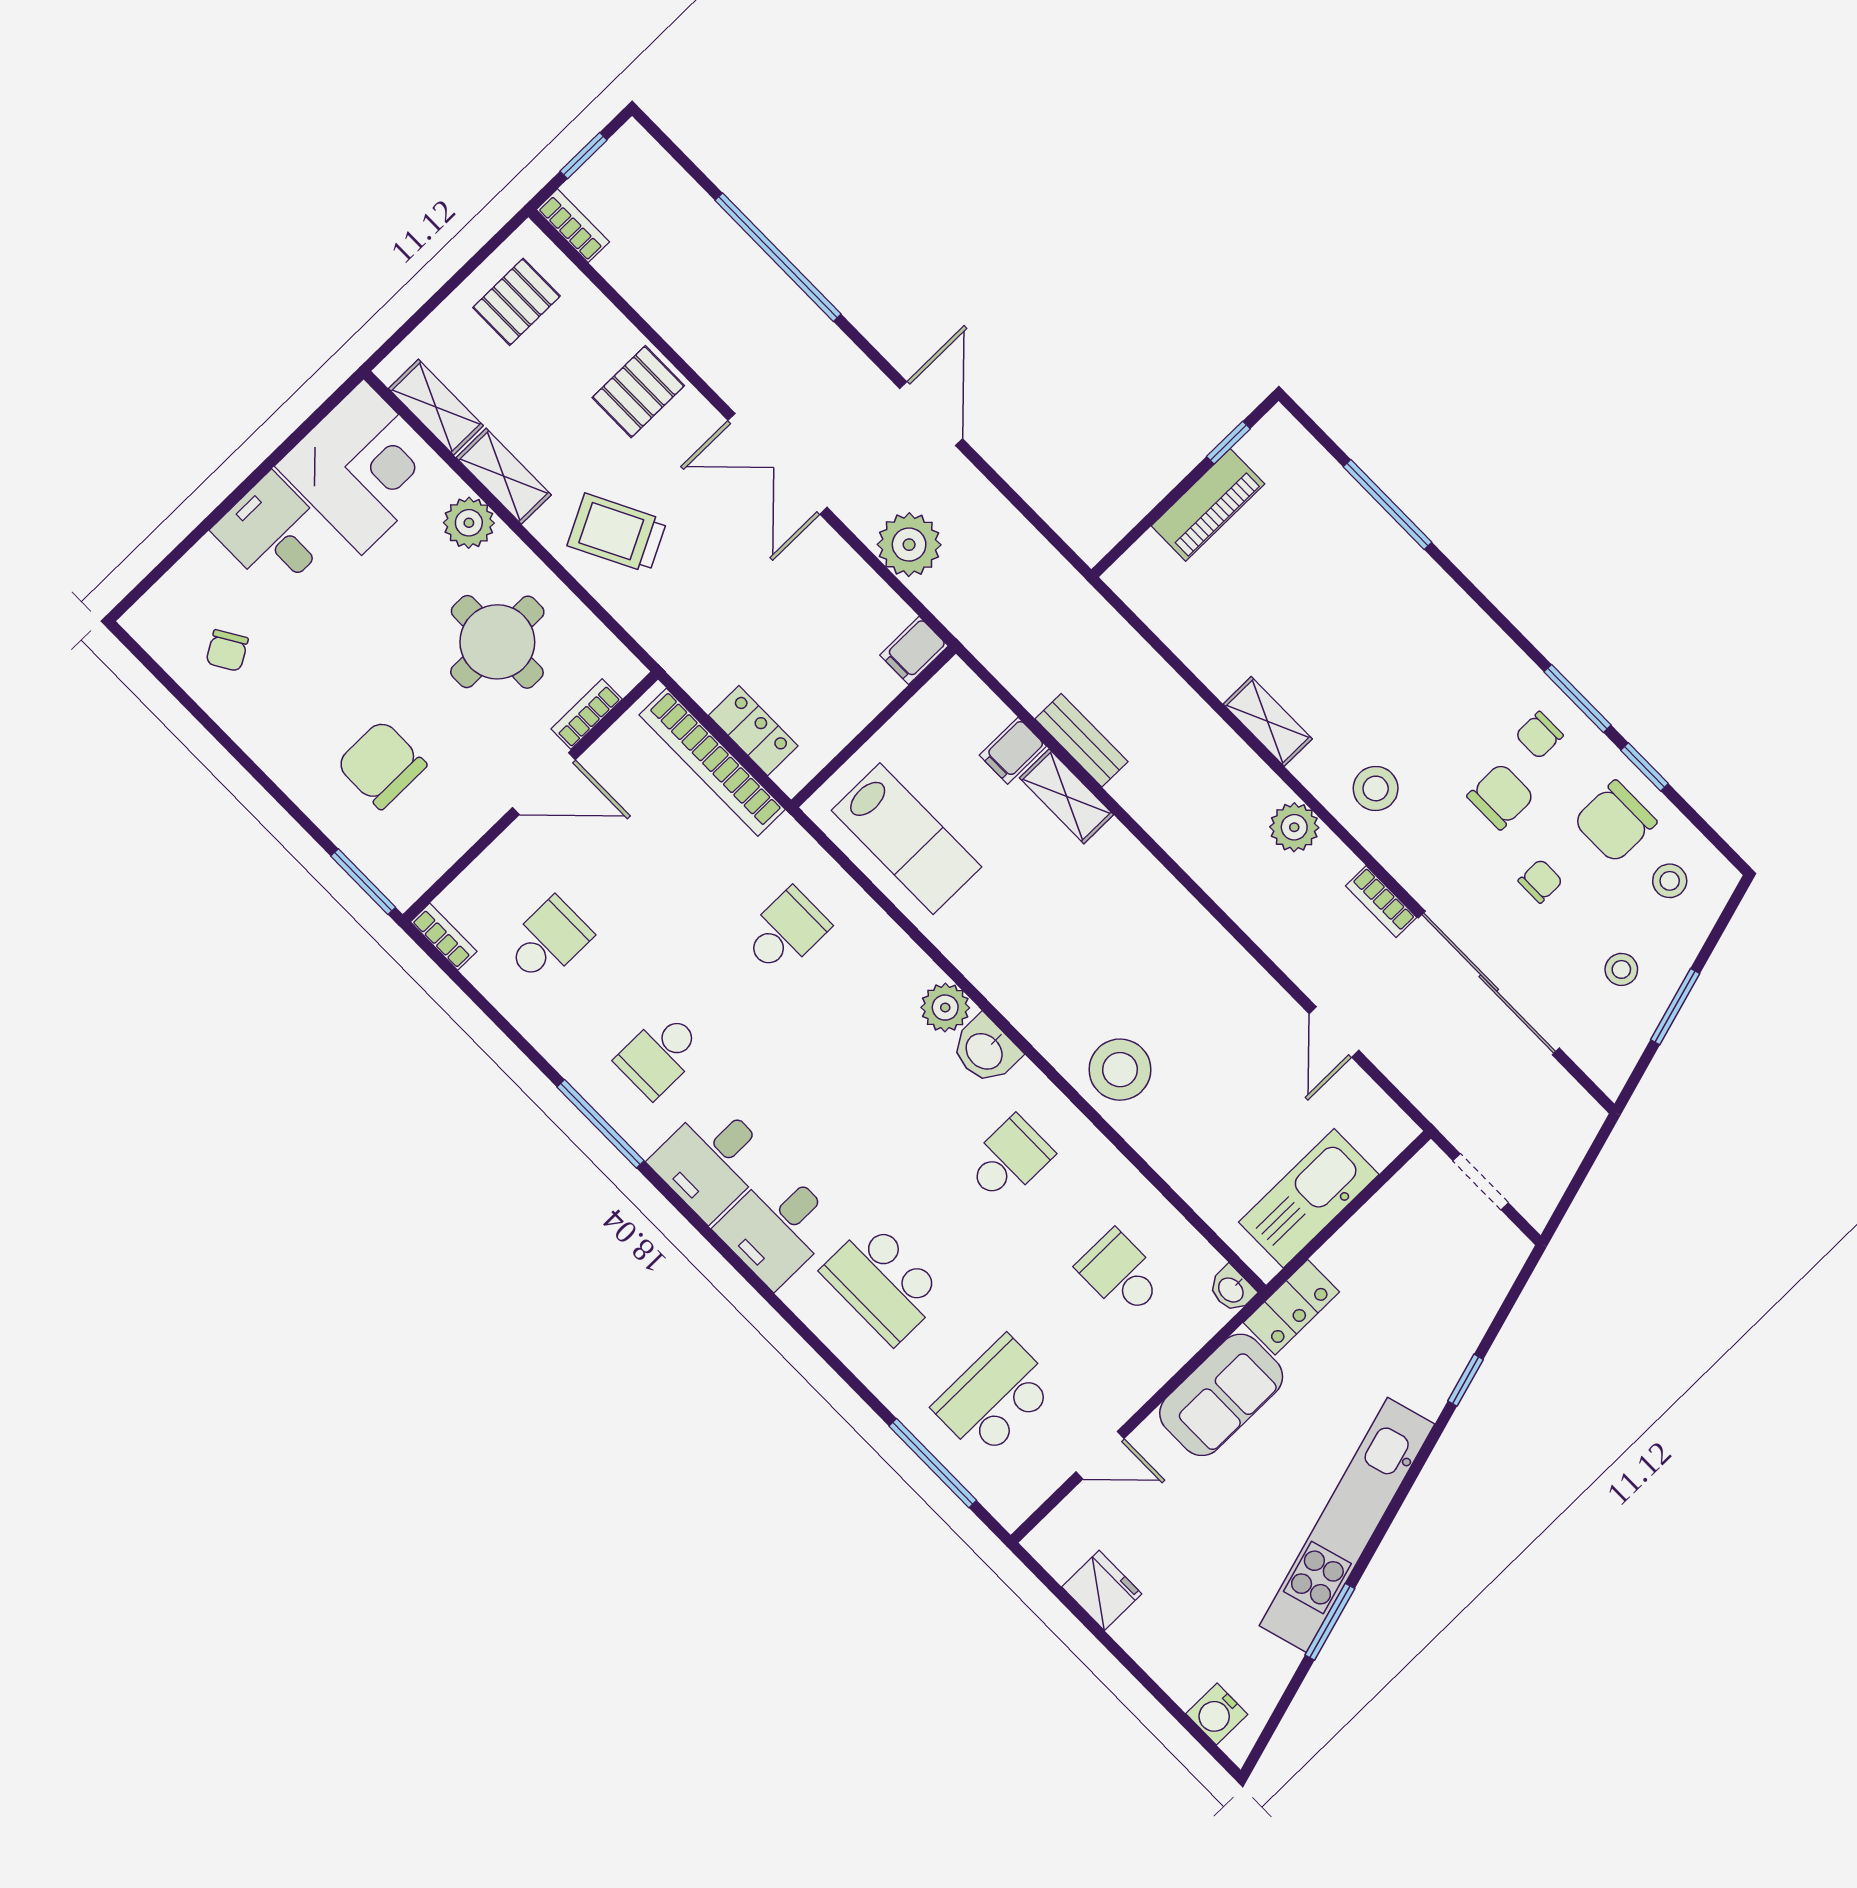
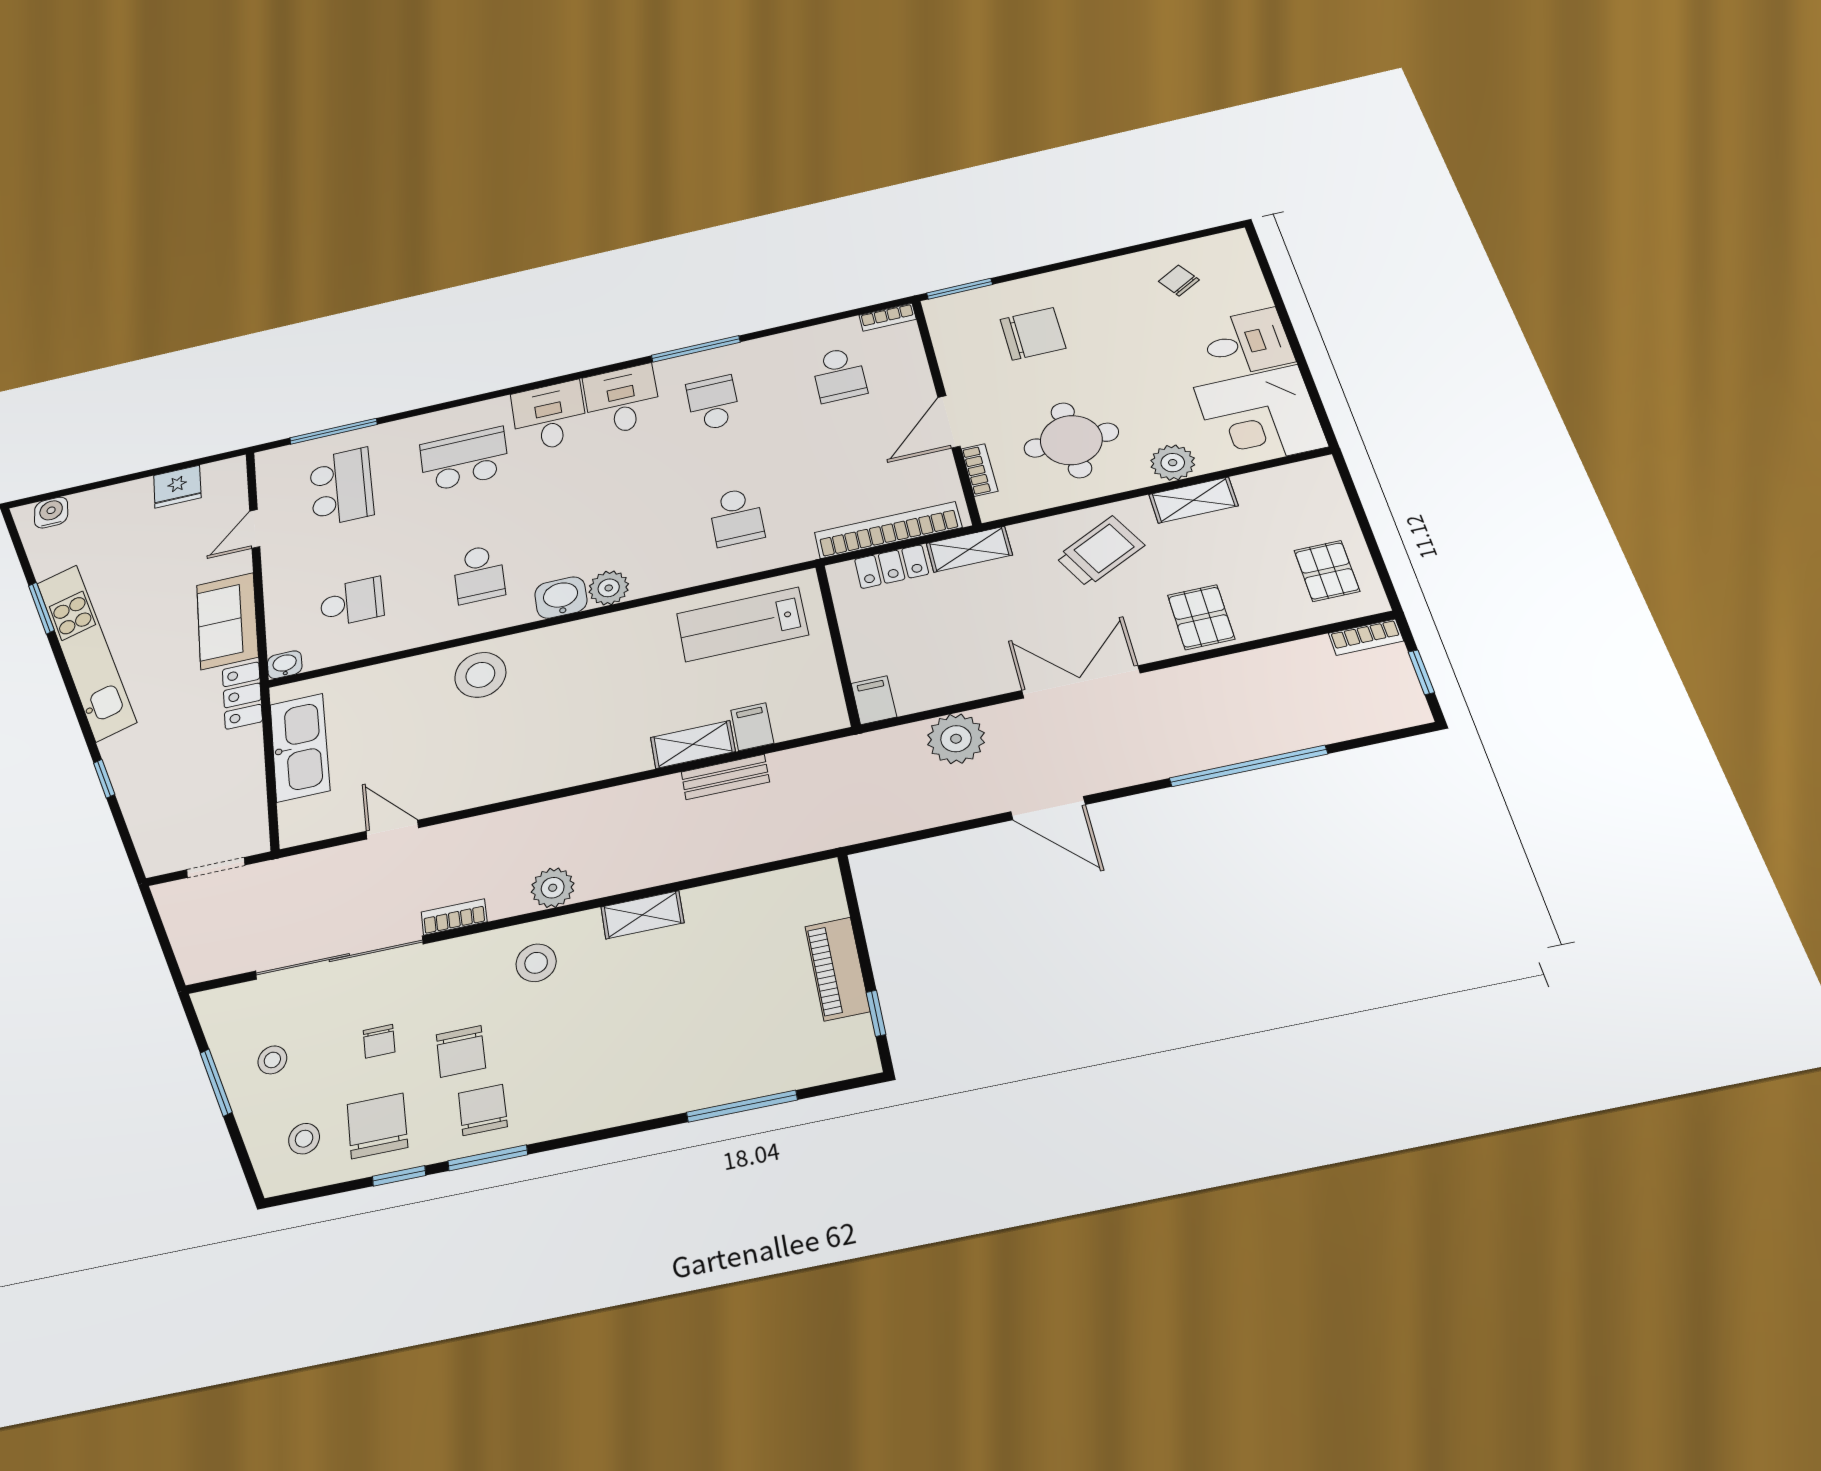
shelving: (436, 407) -> (969, 549), moved
chair: (1539, 735) -> (483, 1110), width x1.37, depth x1.37

